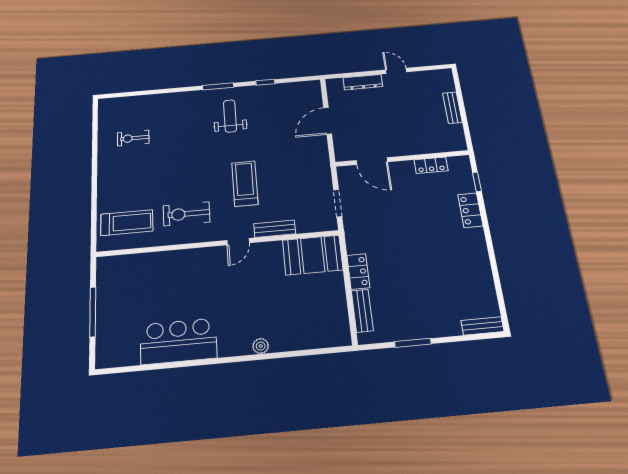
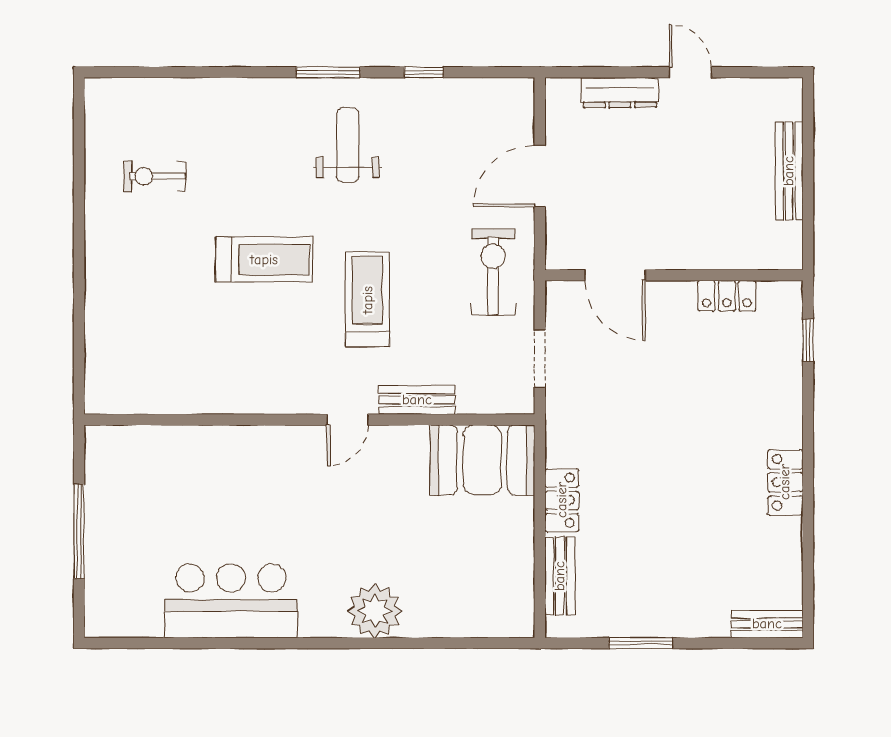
bench: (452, 108) -> (789, 171), width x1.36
locker: (470, 210) -> (785, 482), moved
exercise bike: (187, 214) -> (493, 272), moved, turned 90
treadmill: (127, 223) -> (264, 260), moved
plant: (261, 346) -> (375, 611), width x1.87, depth x1.87

